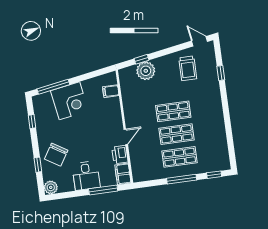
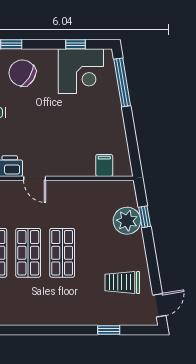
corner desk: (69, 101) -> (81, 71), moved, turned -81

